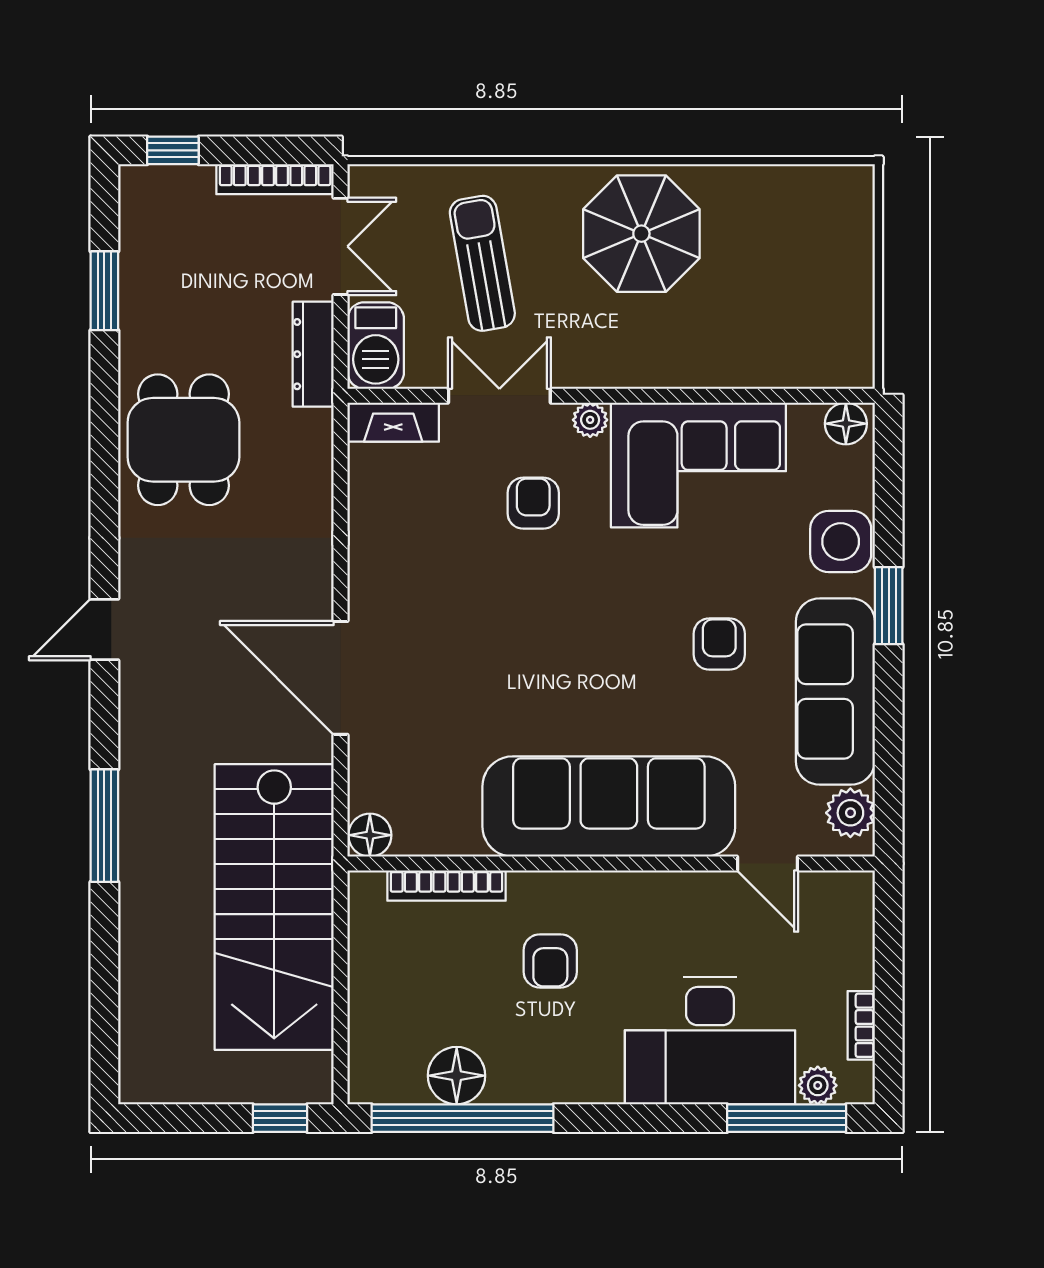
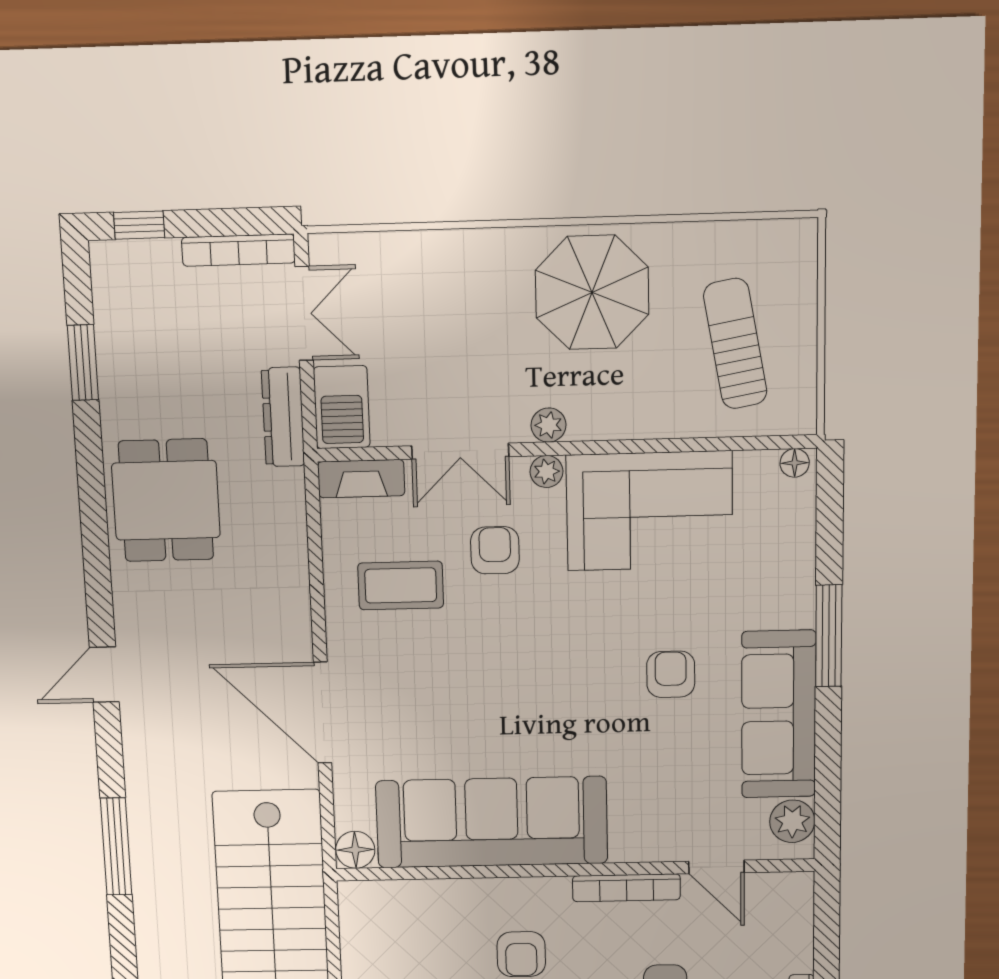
sun lounger: (482, 263) -> (735, 344), moved
plant: (593, 371) -> (549, 425), added
double door: (499, 396) -> (460, 451), swing flipped
floor lamp: (846, 424) -> (795, 463), width x0.73, depth x0.73
coffee table: (431, 539) -> (401, 585), added
side table: (841, 542) -> (784, 578), removed
window: (889, 606) -> (829, 636), width x1.44
sofa: (609, 806) -> (492, 822), moved
bookcase: (446, 886) -> (626, 888), moved

